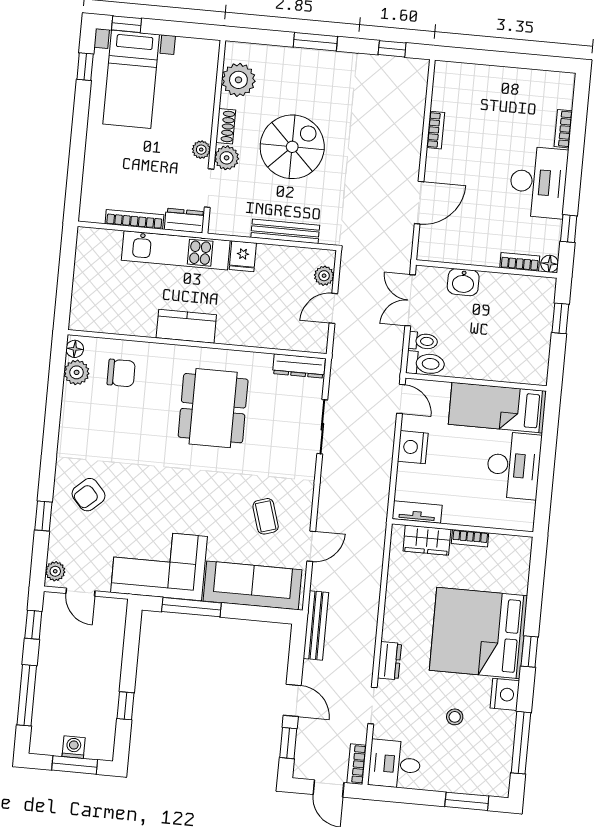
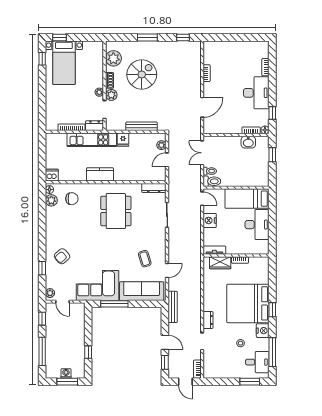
spiral stairs: (292, 147) -> (142, 74), moved
washbasin: (463, 282) -> (248, 142), moved
dishwasher: (83, 318) -> (52, 175), added
desk: (395, 764) -> (257, 362), moved, turned 180

